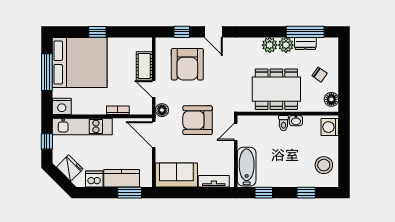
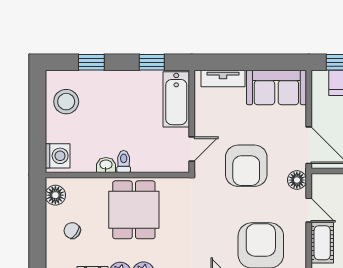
dining table: (276, 89) -> (134, 210), width x0.73
armchair: (198, 120) -> (246, 166), turned 90

